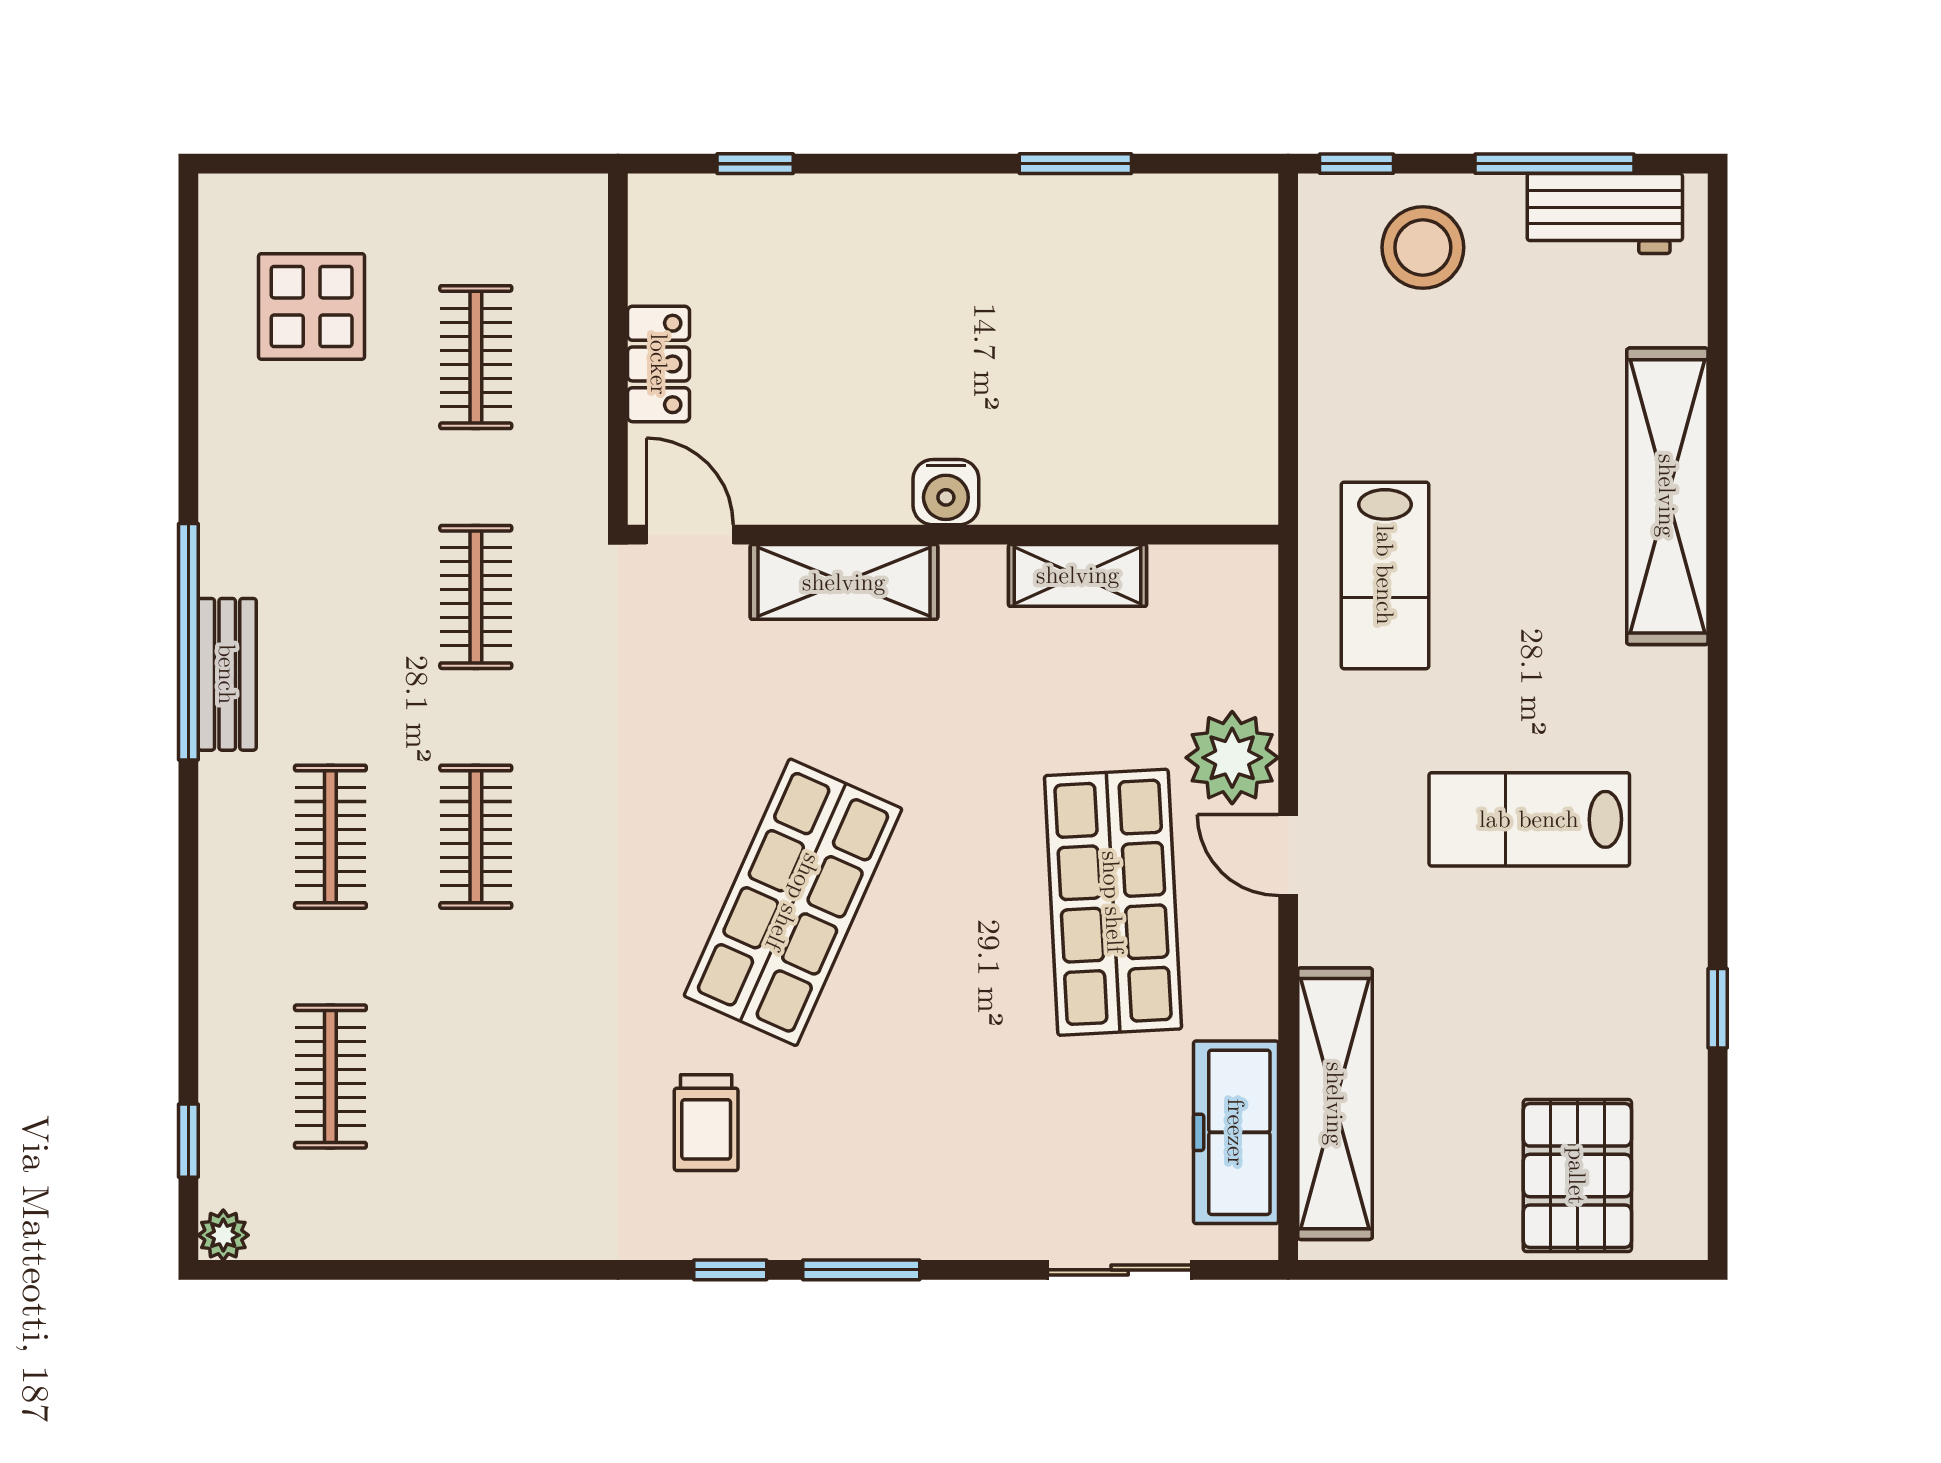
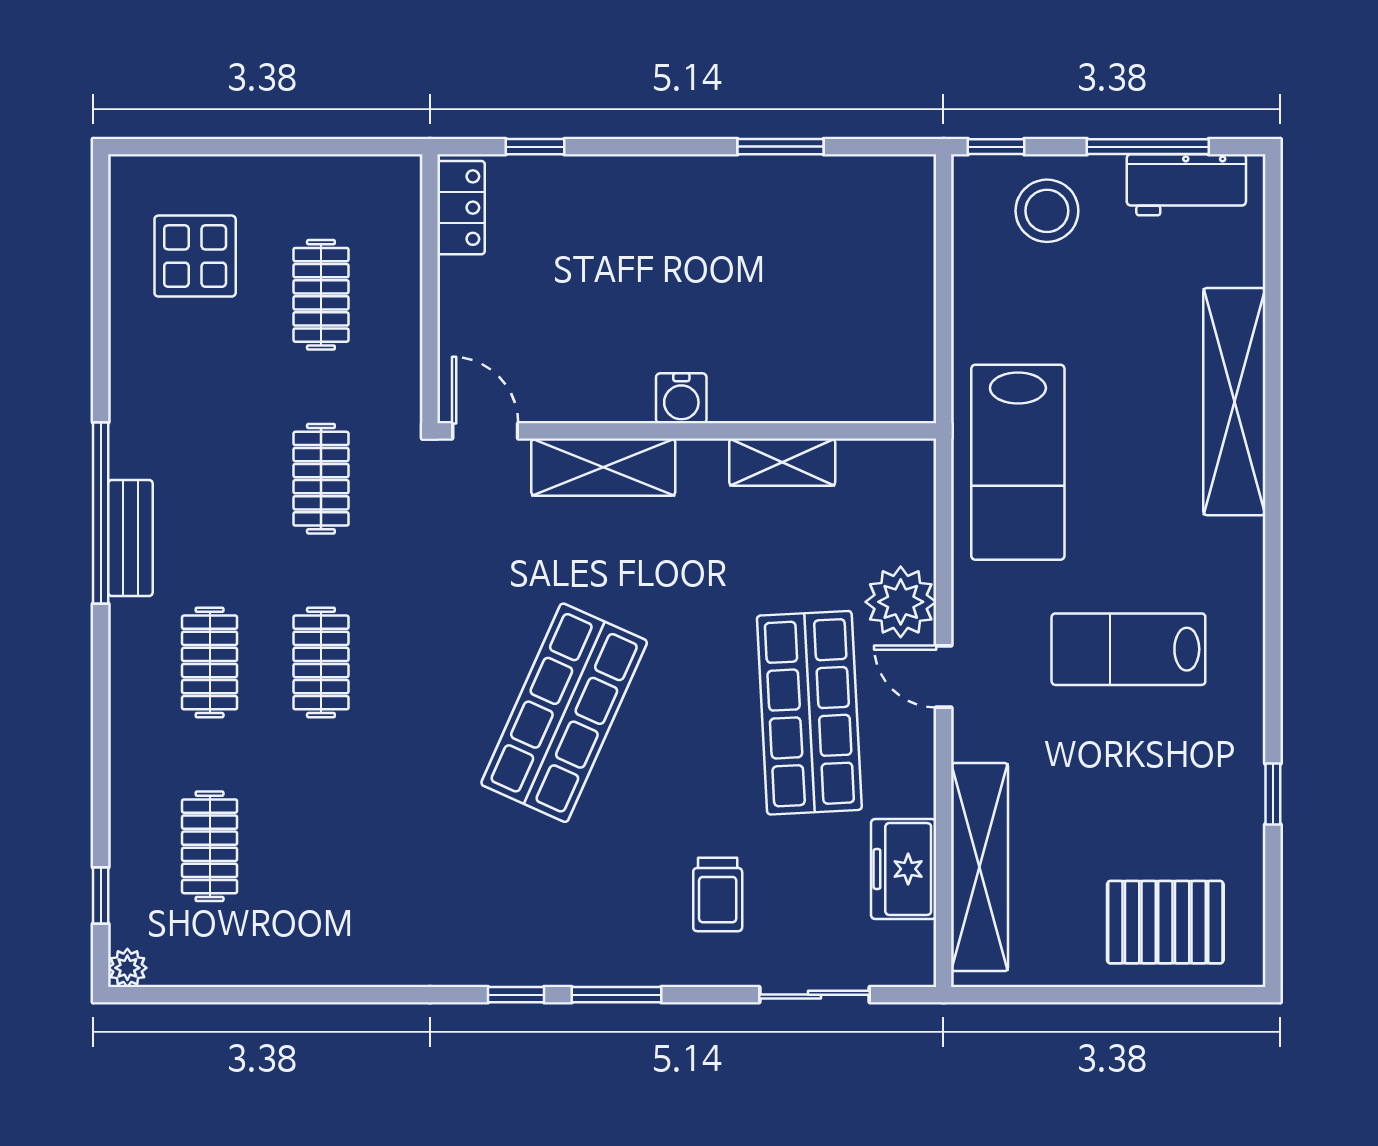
locker: (659, 364) -> (461, 208), moved
lab bench: (1385, 575) -> (1018, 462), width x1.36, depth x1.39
trolley: (706, 1123) -> (718, 894), moved
freezer: (1236, 1132) -> (904, 869), width x0.71
pallet: (1577, 1176) -> (1165, 922), turned 90

